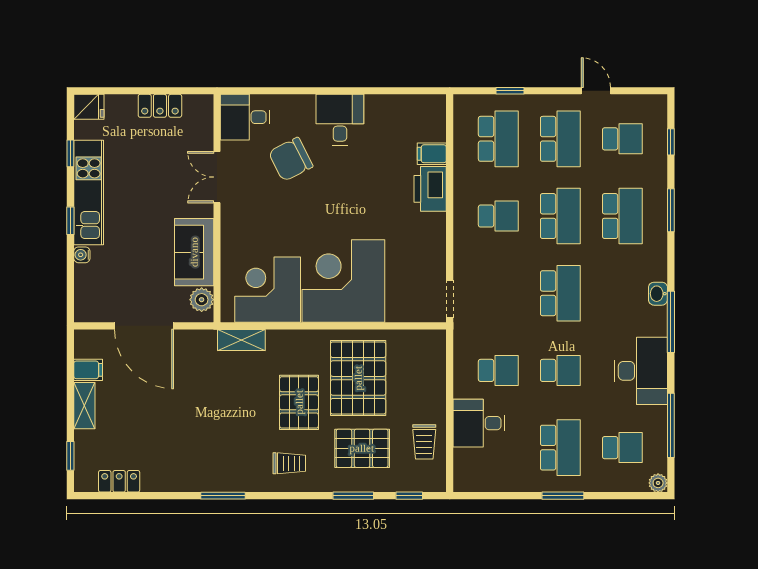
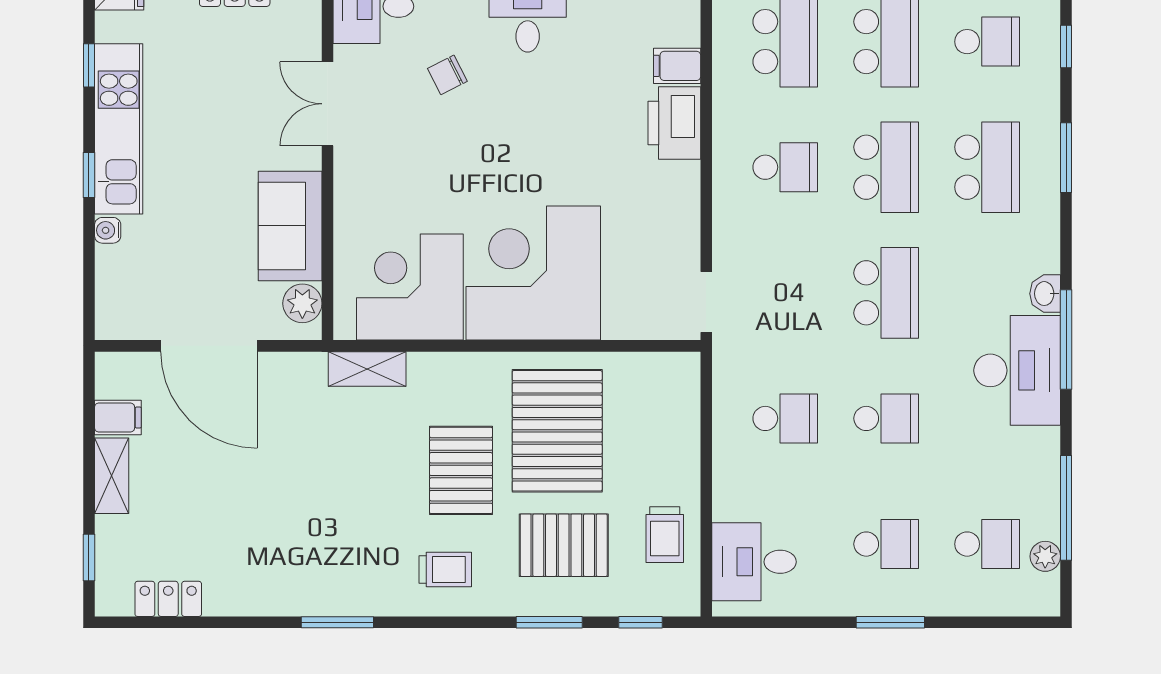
chair: (291, 159) -> (447, 75), width x0.54, depth x0.54
desk: (641, 371) -> (1017, 370), moved
desk: (479, 423) -> (754, 562), moved
school desk: (560, 448) -> (886, 544), width x0.54
plant: (658, 483) -> (1045, 556), moved

